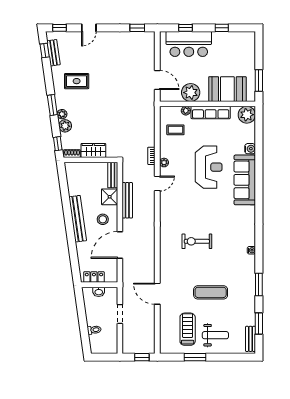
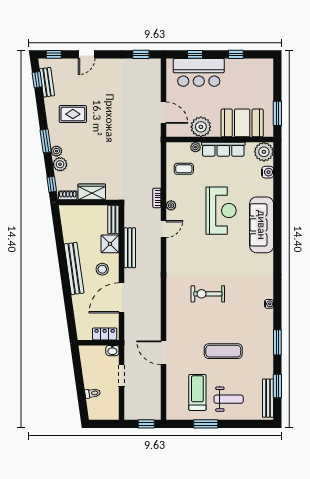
water cooler: (250, 149) -> (268, 172), moved
locker: (94, 277) -> (105, 334), moved
washbasin: (99, 292) -> (112, 351), moved
bench: (251, 339) -> (268, 398), width x1.36

